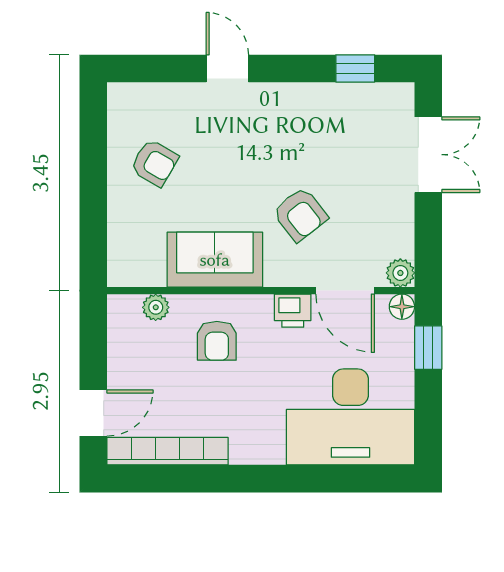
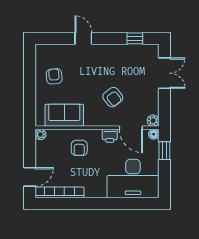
armchair: (154, 163) -> (54, 76), turned -126
sofa: (215, 260) -> (64, 115), moved
plant: (156, 307) -> (40, 134), moved

